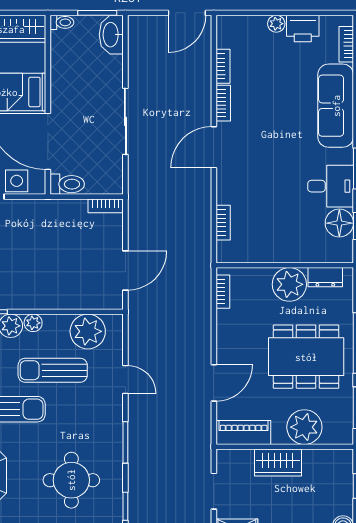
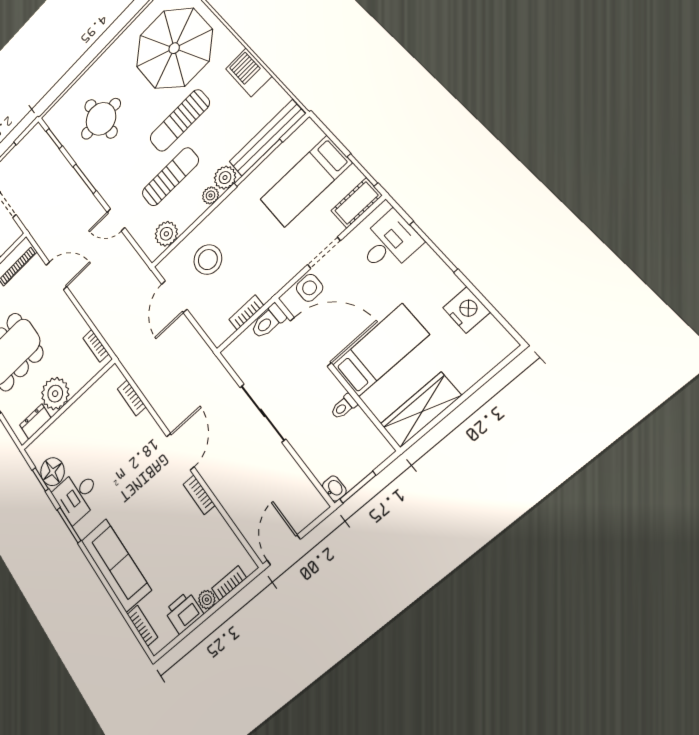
toilet: (62, 22) -> (344, 407), moved
washbasin: (111, 35) -> (334, 489), width x0.52, depth x0.69
bookcase: (223, 66) -> (229, 583), moved, turned 90
bookcase: (106, 206) -> (246, 313), moved
stool: (76, 274) -> (208, 260), added
plant: (88, 331) -> (166, 234), width x0.73, depth x0.73
door: (214, 383) -> (56, 276), swing flipped

